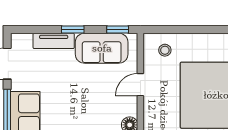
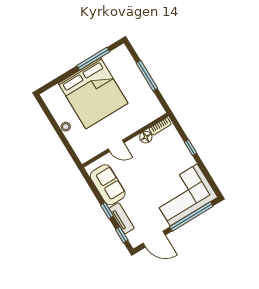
window: (118, 30) -> (122, 235), moved
stool: (165, 50) -> (66, 127), moved

